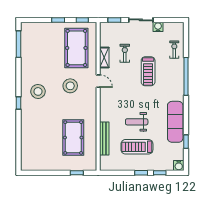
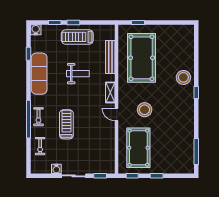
exercise bike: (125, 53) -> (38, 117), moved
shelving: (104, 57) -> (110, 92), moved
stool: (38, 91) -> (183, 77), moved
pool table: (73, 138) -> (142, 58), width x1.36, depth x1.32
treadmill: (137, 147) -> (77, 37), moved, turned 180

